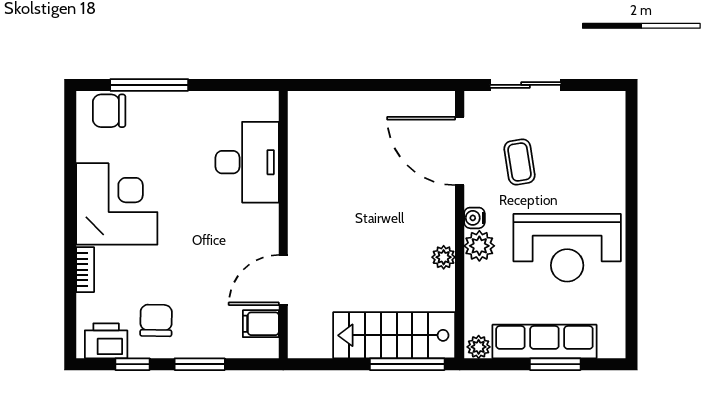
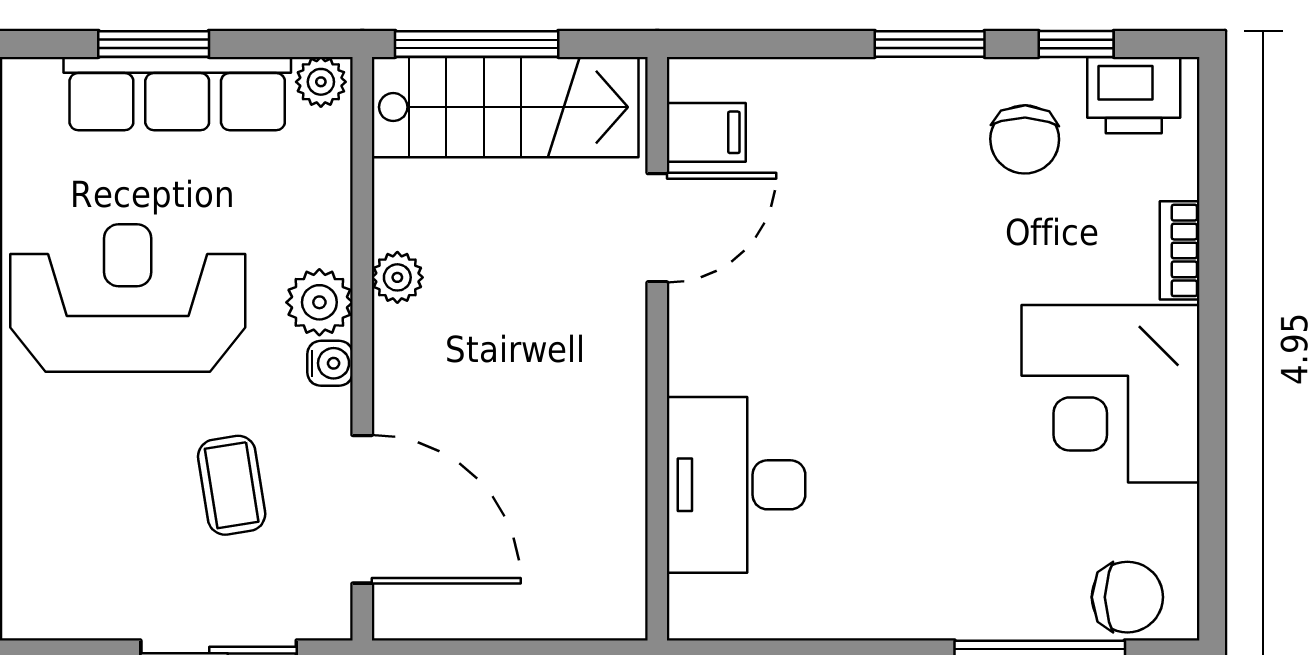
desk: (247, 162) -> (736, 485), moved
wall: (283, 225) -> (657, 349), moved
door: (283, 280) -> (657, 228), moved
filing cabinet: (261, 324) -> (706, 132), moved

